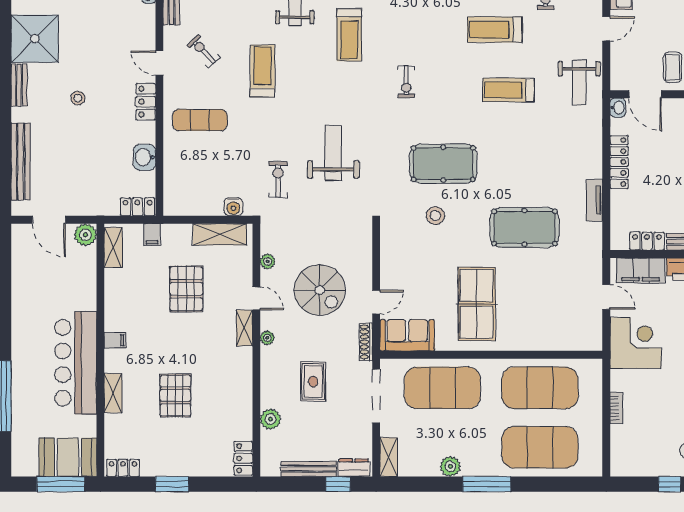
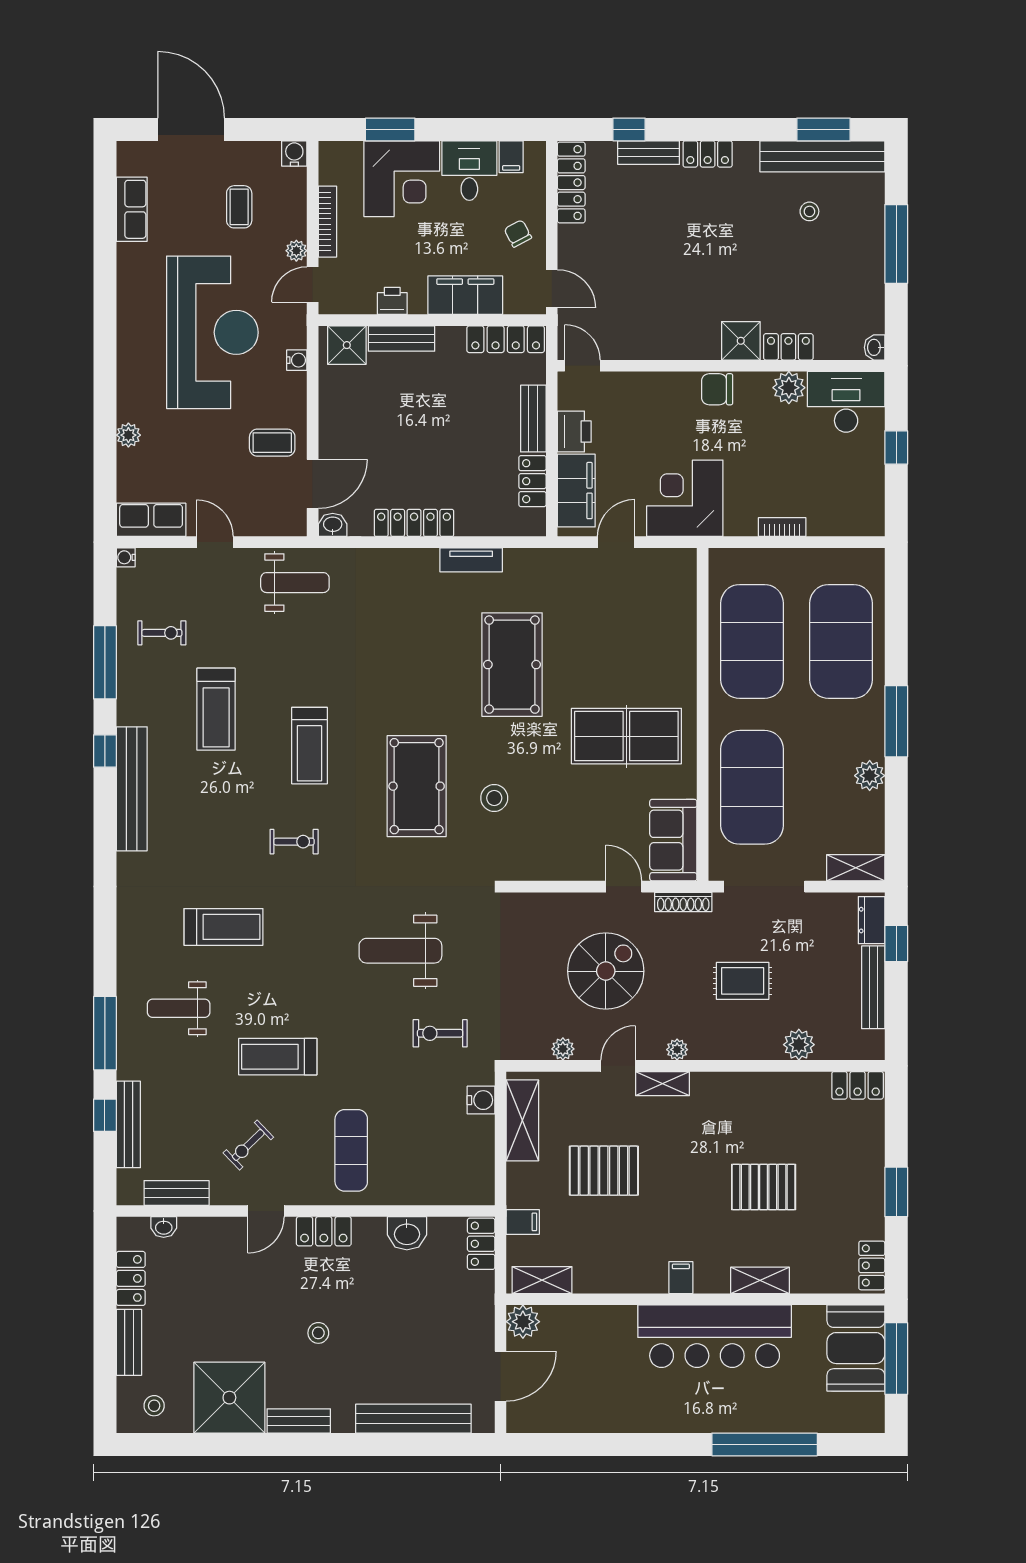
treadmill: (508, 90) -> (309, 746), moved

